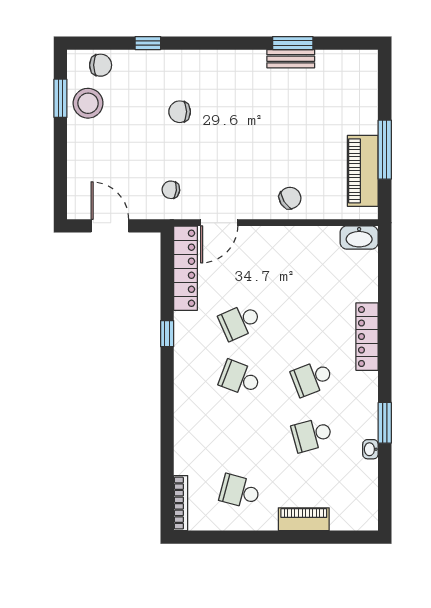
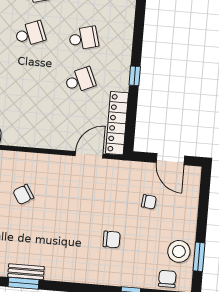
chair: (101, 65) -> (167, 279), turned 90
chair: (171, 190) -> (149, 202), moved
chair: (290, 198) -> (23, 195), moved
school desk: (240, 378) -> (84, 38), turned -36

